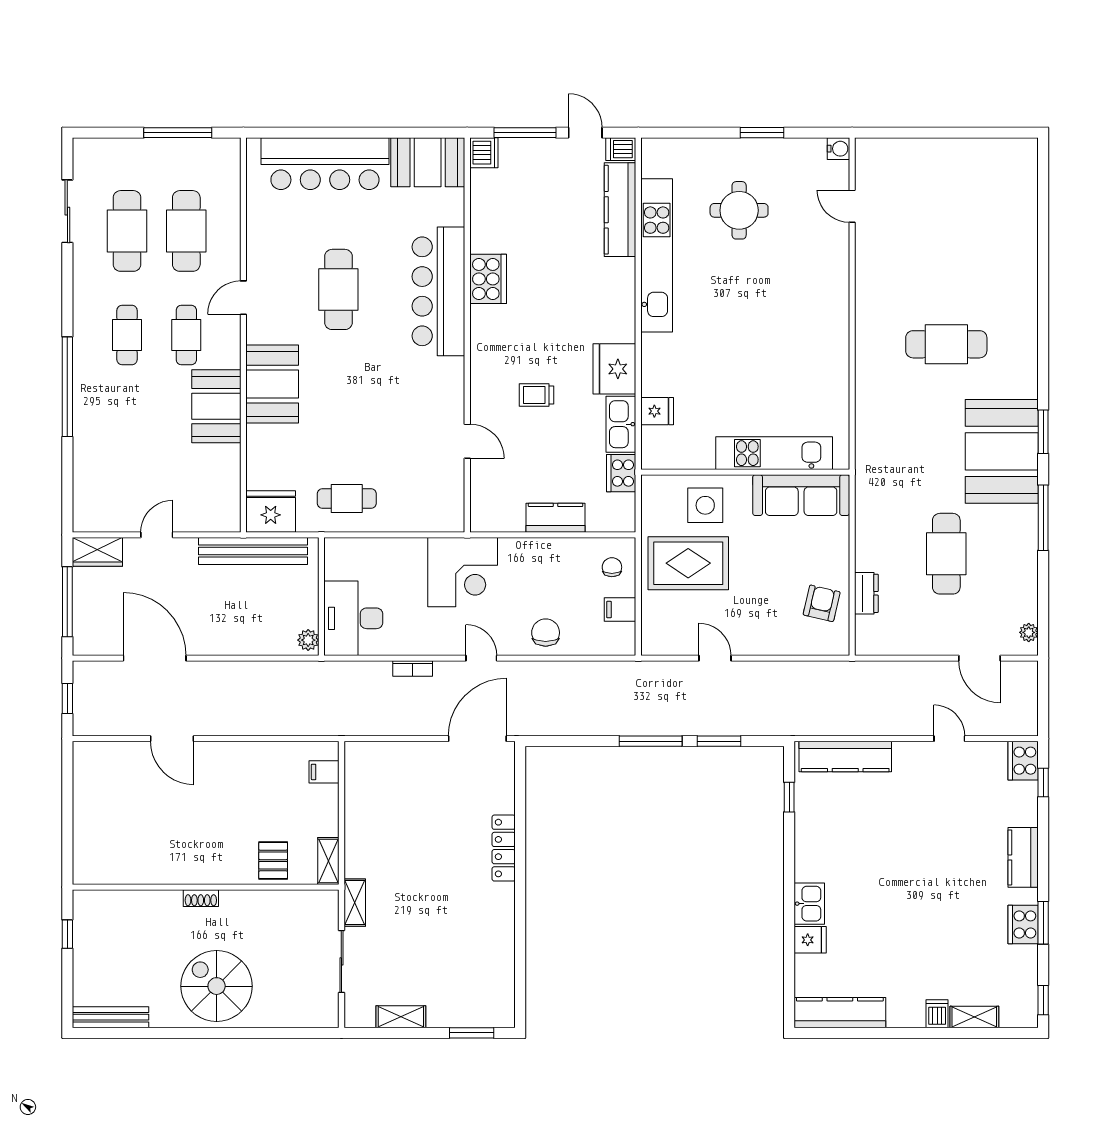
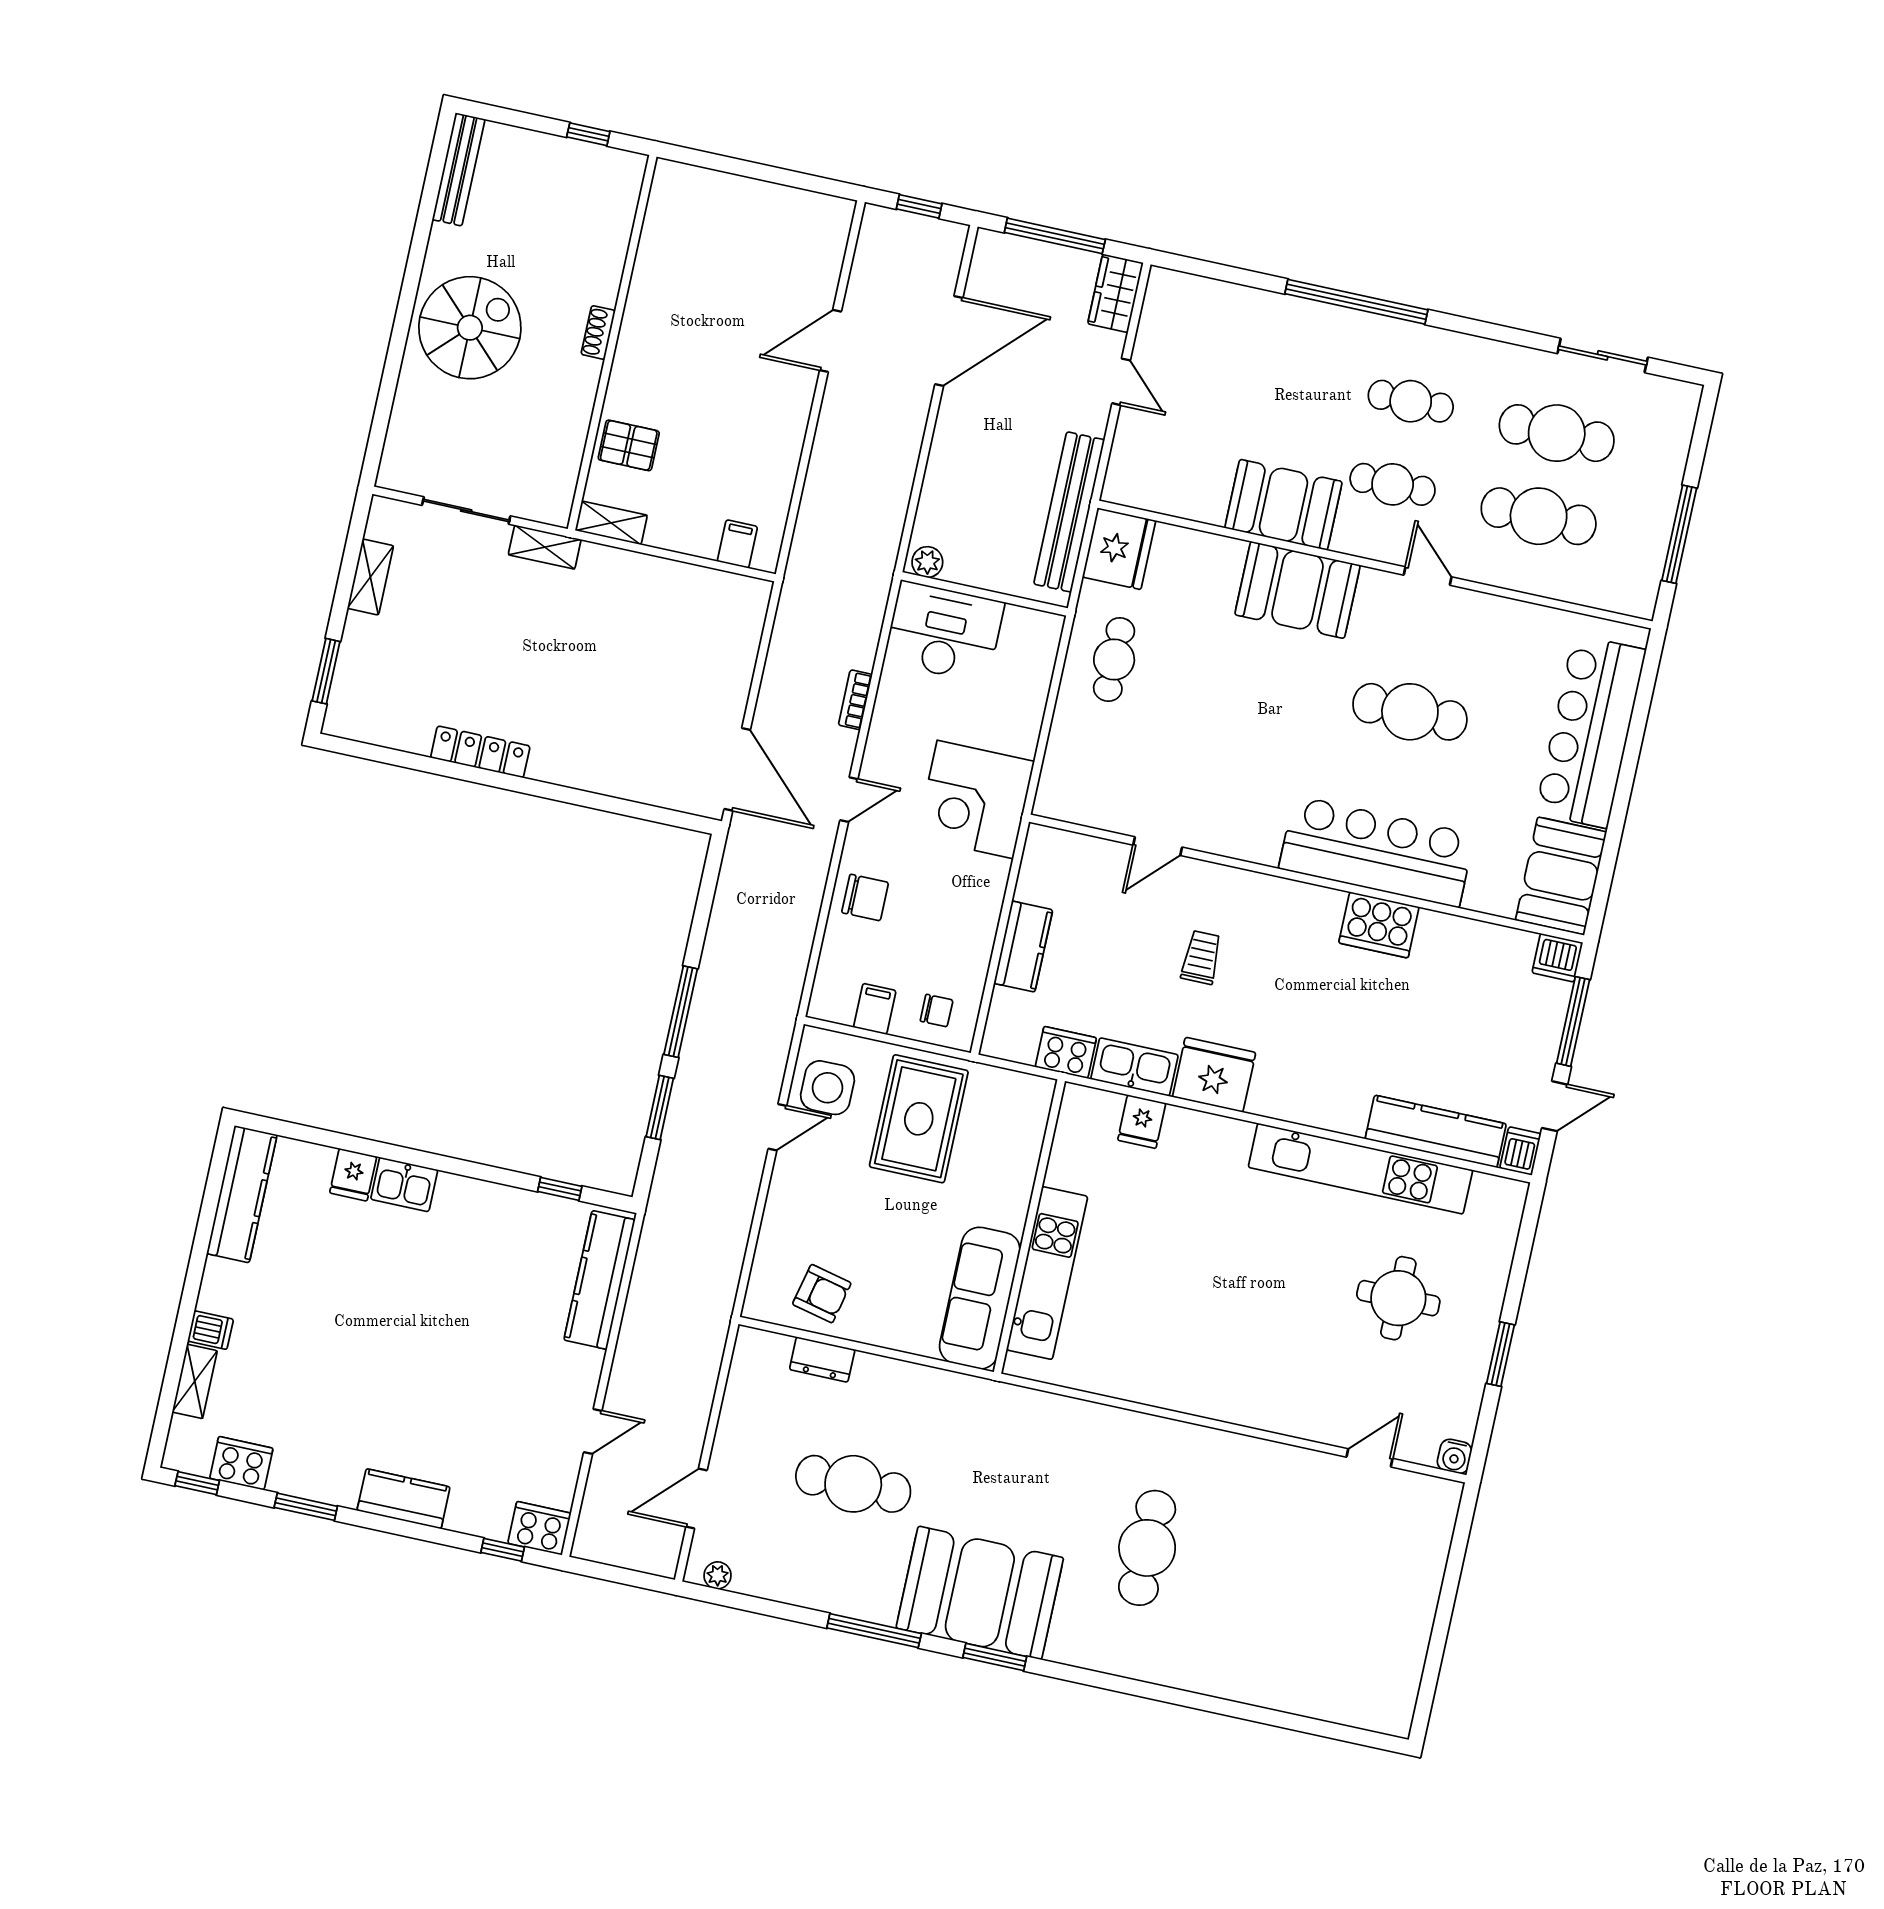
side table: (705, 505) -> (828, 1088), moved
locker: (504, 848) -> (480, 752), moved
cooker: (1023, 924) -> (241, 1463), moved

